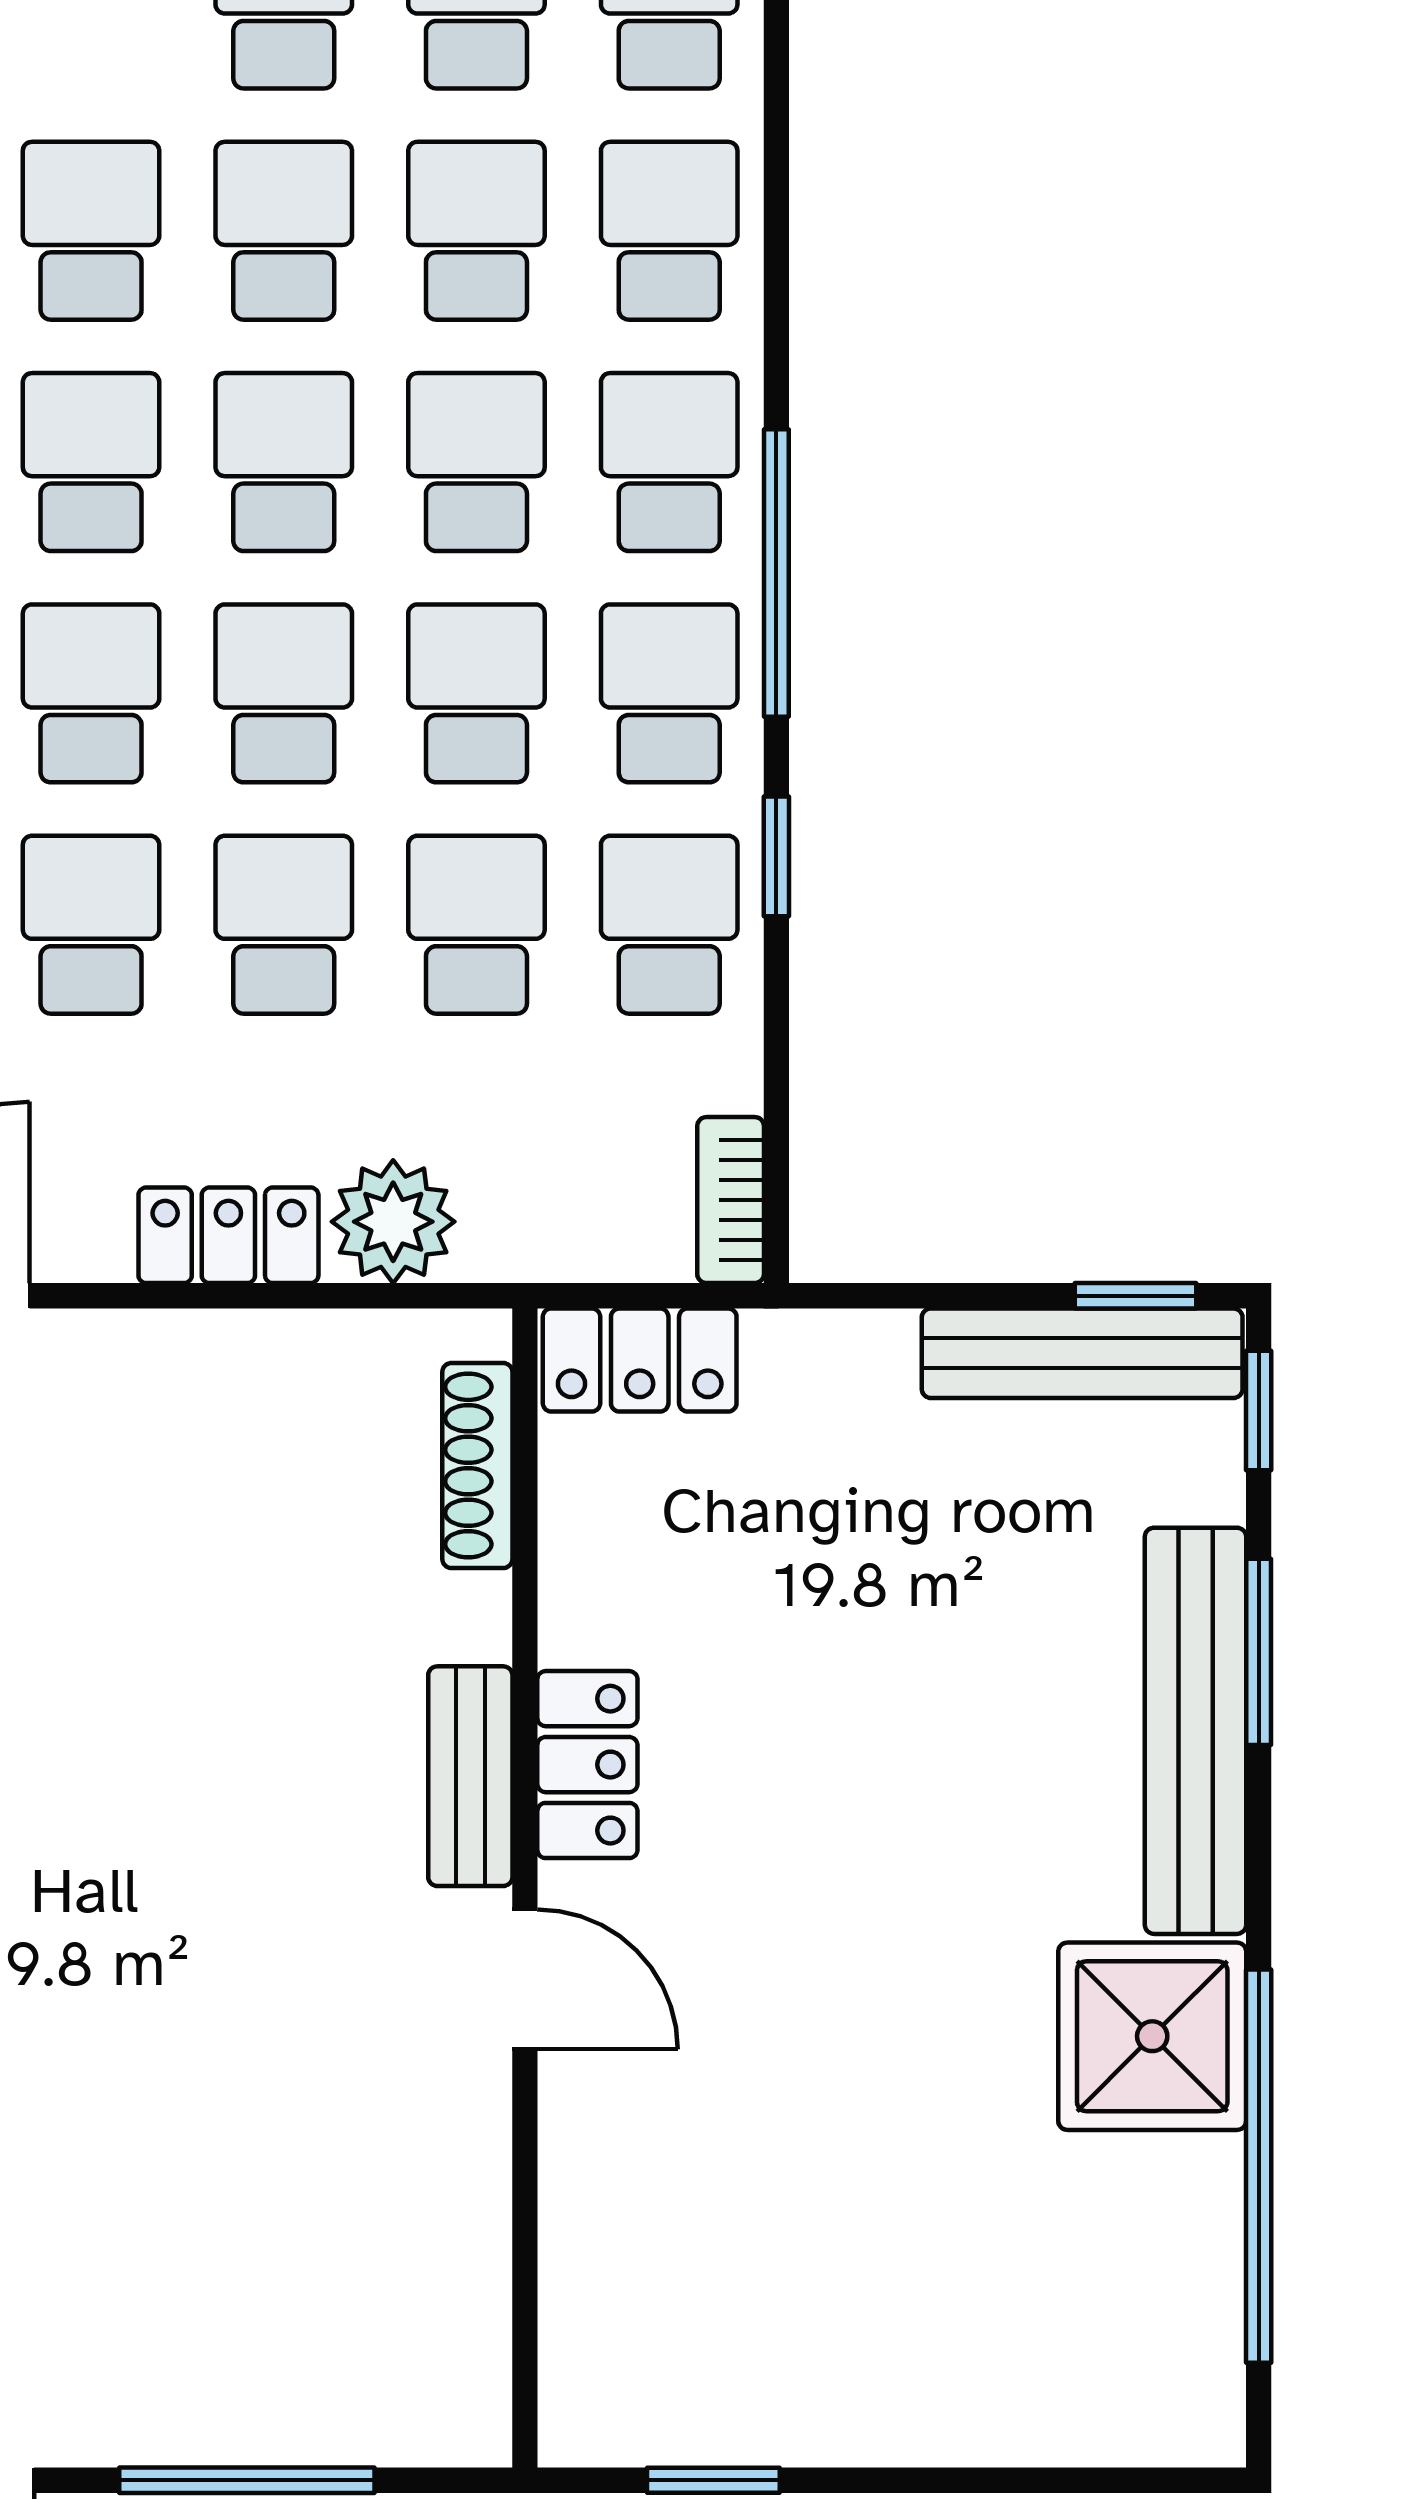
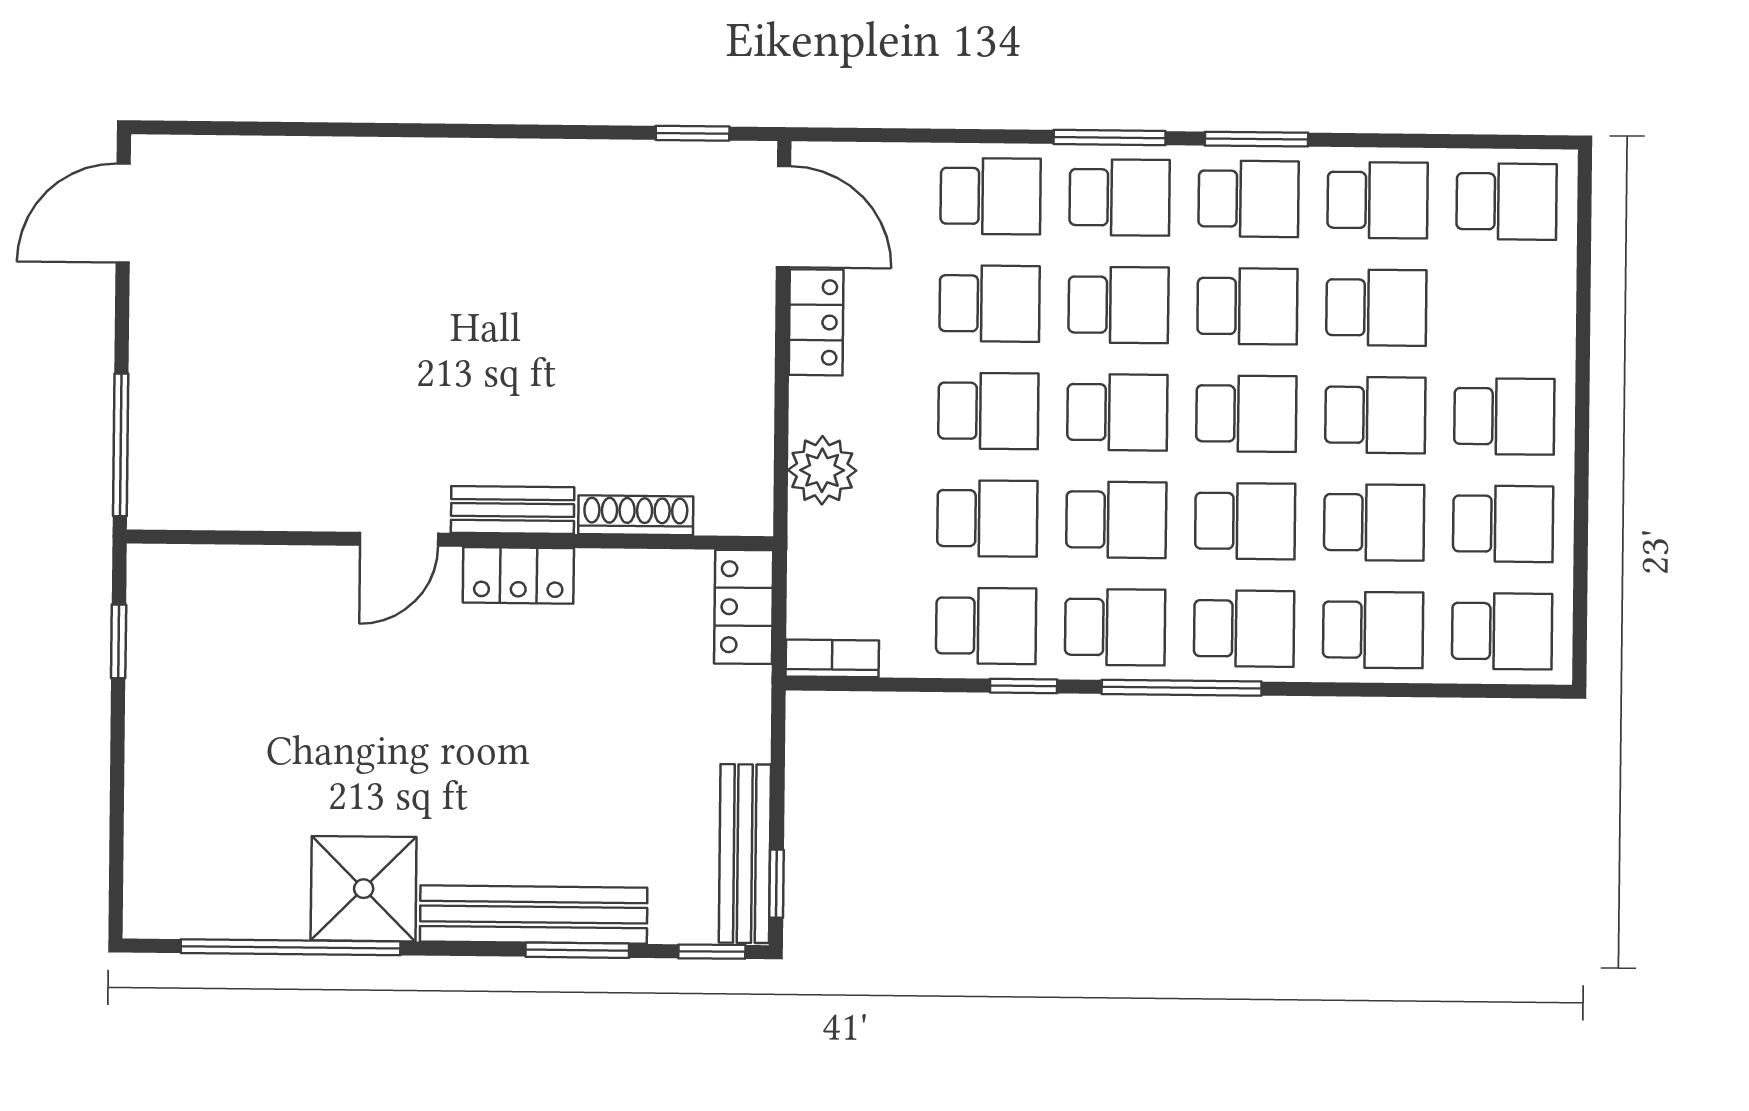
locker: (228, 1235) -> (816, 322), moved
shoe rack: (477, 1466) -> (636, 515), moved
window: (247, 2480) -> (121, 445), moved

